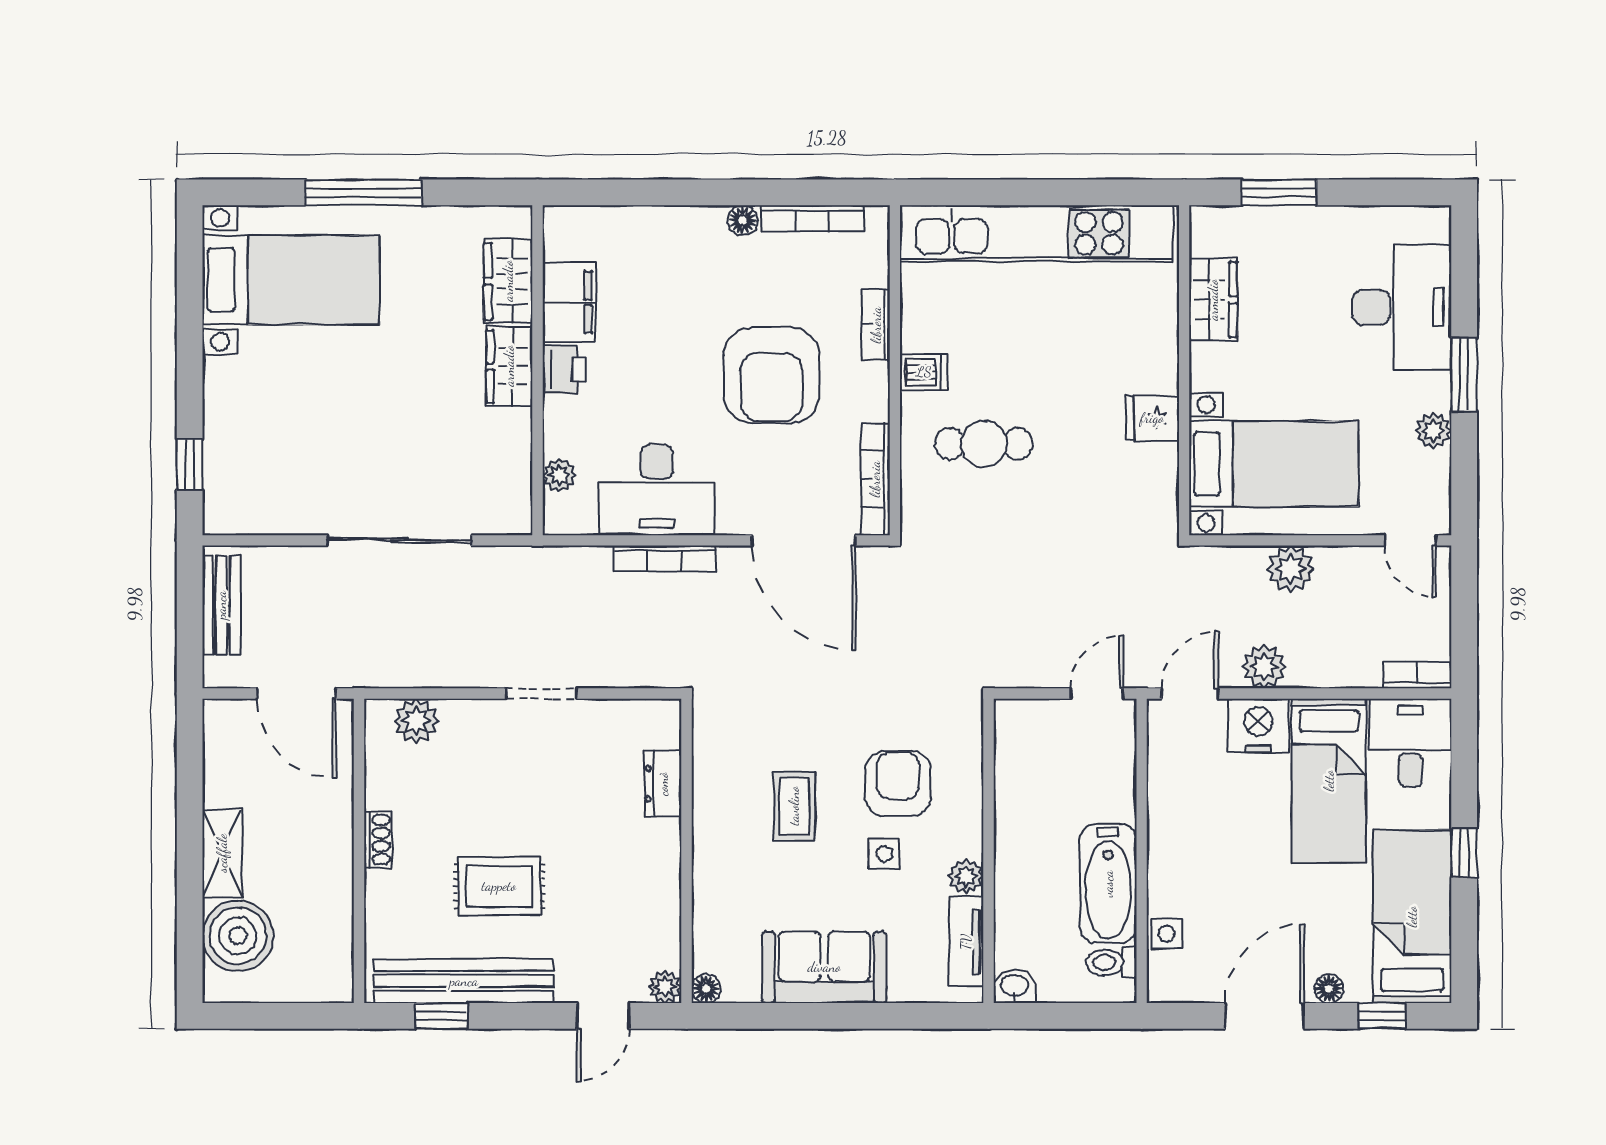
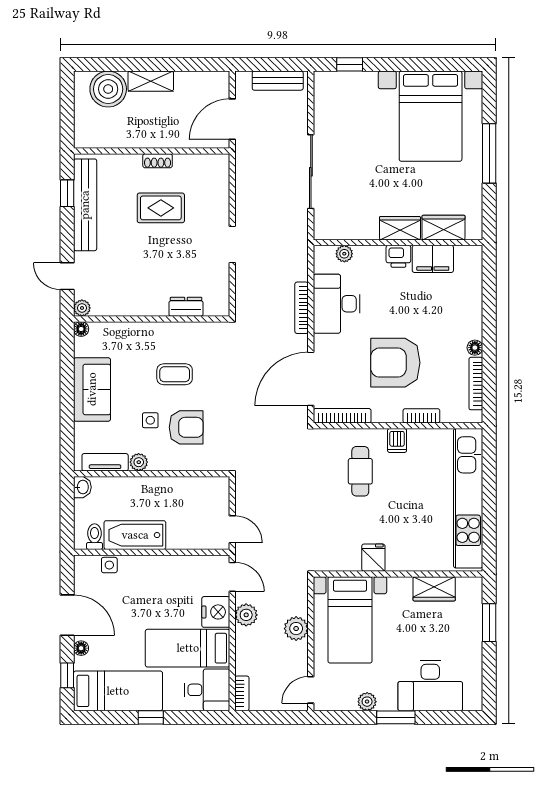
bed with nightstands: (291, 280) -> (431, 116), width x1.36
plant: (416, 721) -> (218, 180), removed
rug: (499, 886) -> (161, 208), moved, turned 90

